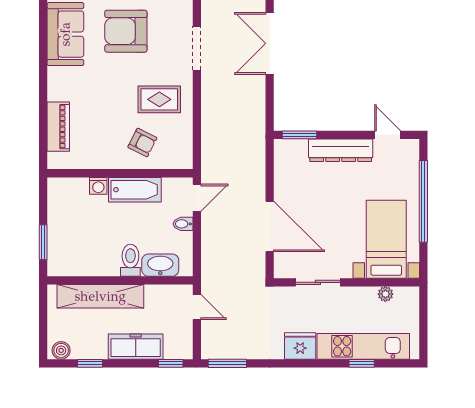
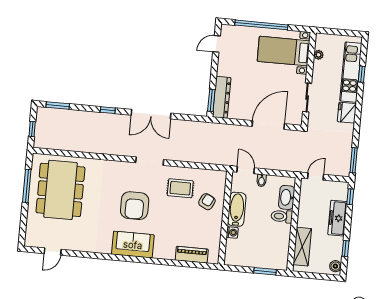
rug: (159, 99) -> (180, 188), turned 90
dresser: (341, 150) -> (222, 97), moved
shelving: (100, 296) -> (302, 247), width x0.68

